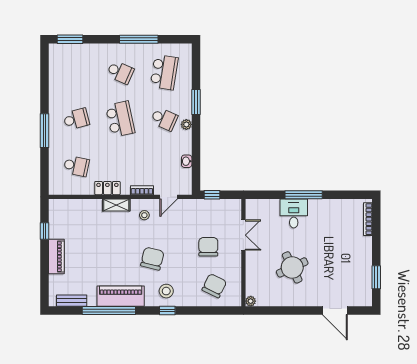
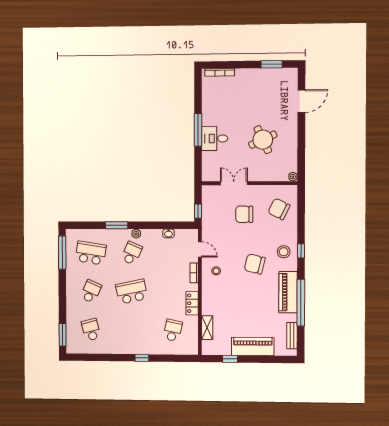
window: (139, 39) -> (62, 253), moved
school desk: (76, 119) -> (91, 330), moved
window: (44, 131) -> (142, 358), width x0.46
shelving: (116, 205) -> (207, 328), moved
piano: (56, 257) -> (253, 346), width x1.37, depth x1.33

